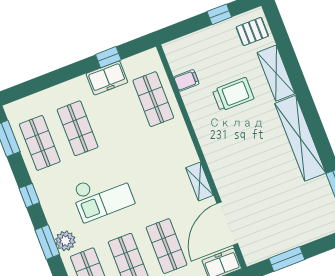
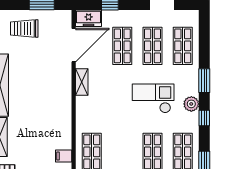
trolley: (233, 94) -> (24, 28), moved
plant: (65, 241) -> (191, 104), moved

